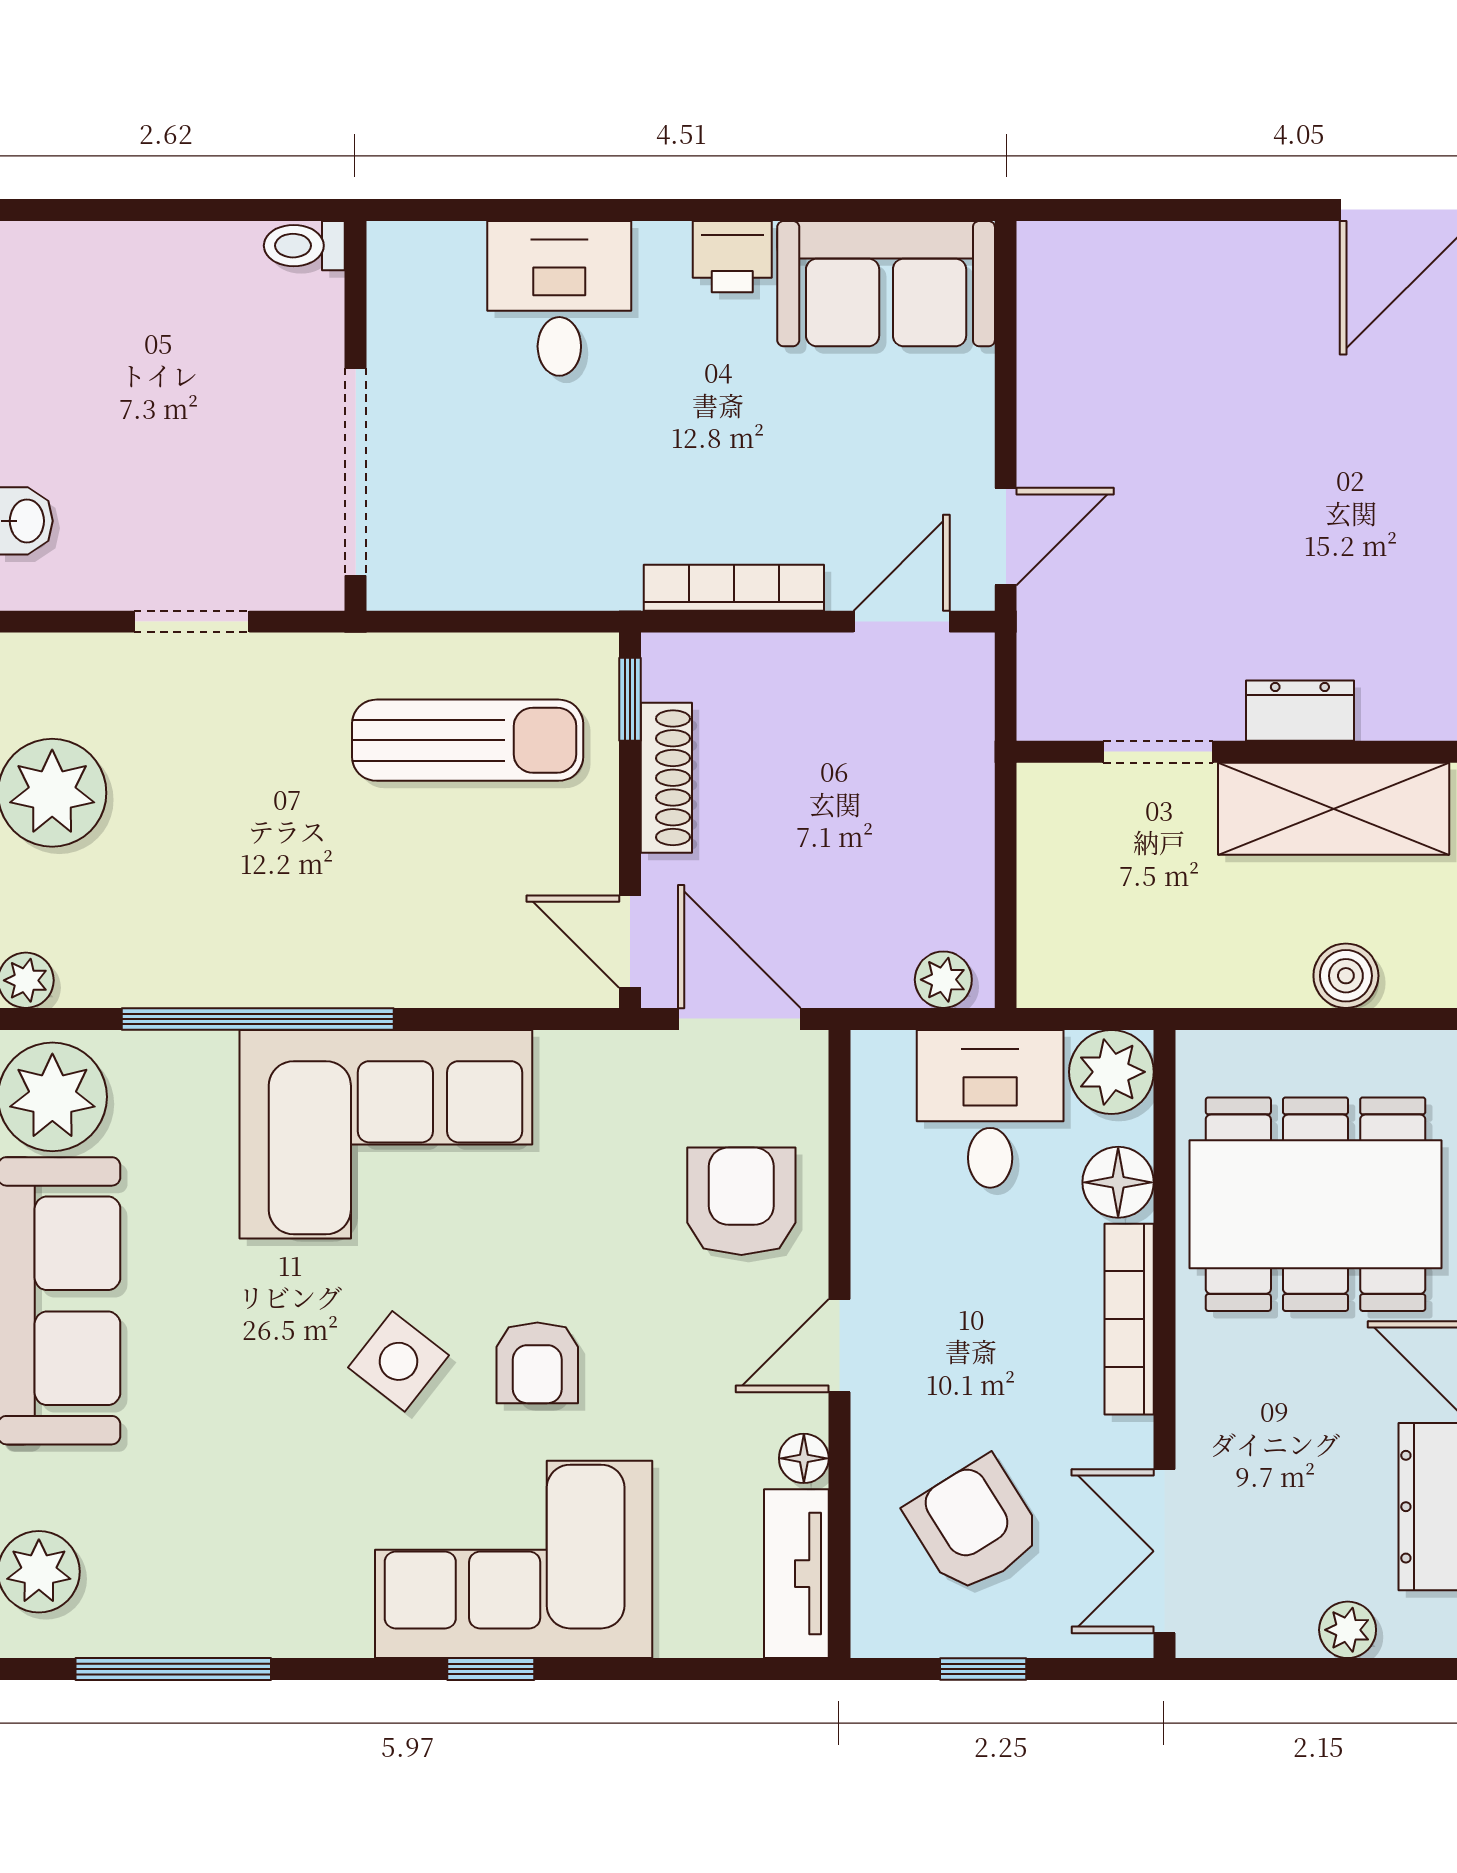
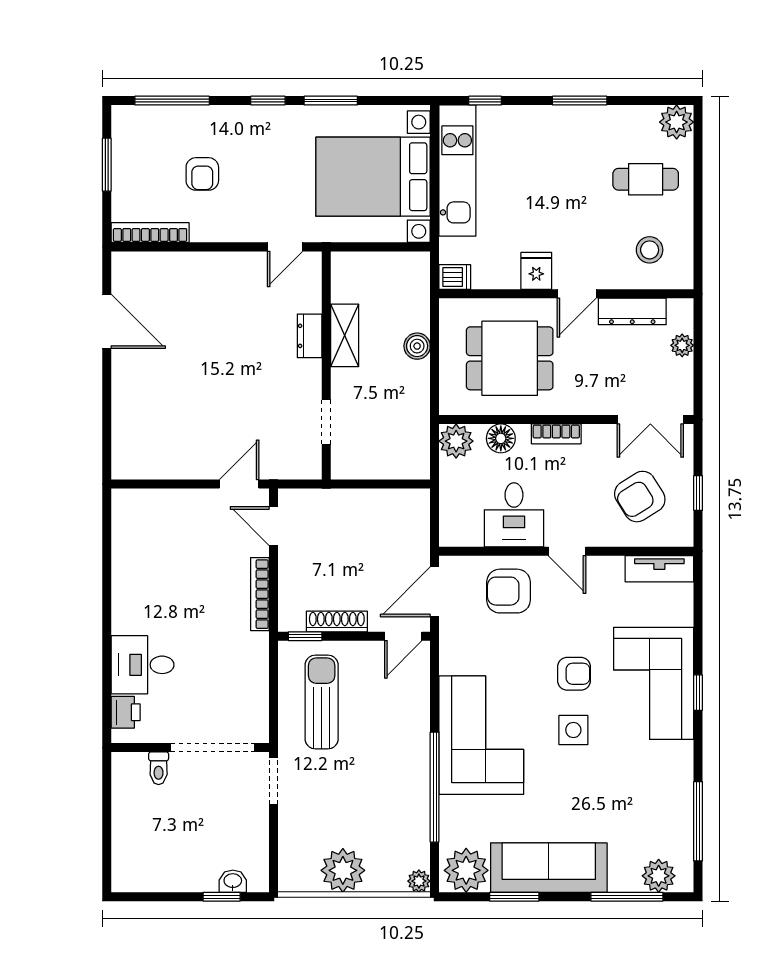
toilet: (304, 246) -> (159, 768), moved
printer: (732, 257) -> (126, 712), moved
sofa: (886, 284) -> (137, 532), removed
door: (1006, 537) -> (239, 484), hinge flipped
doorway: (192, 622) -> (274, 781), moved
dresser: (1300, 711) -> (310, 336), moved
shelving: (1334, 809) -> (345, 335), width x0.67, depth x0.75
plant: (943, 980) -> (419, 509), removed
desk: (990, 1109) -> (514, 515), moved, turned -90
dining table: (1316, 1204) -> (510, 358), width x0.73
bookcase: (1129, 1319) -> (556, 434), width x0.64
side table: (399, 1361) -> (573, 730), turned -38
floor lamp: (804, 1458) -> (613, 566), removed

